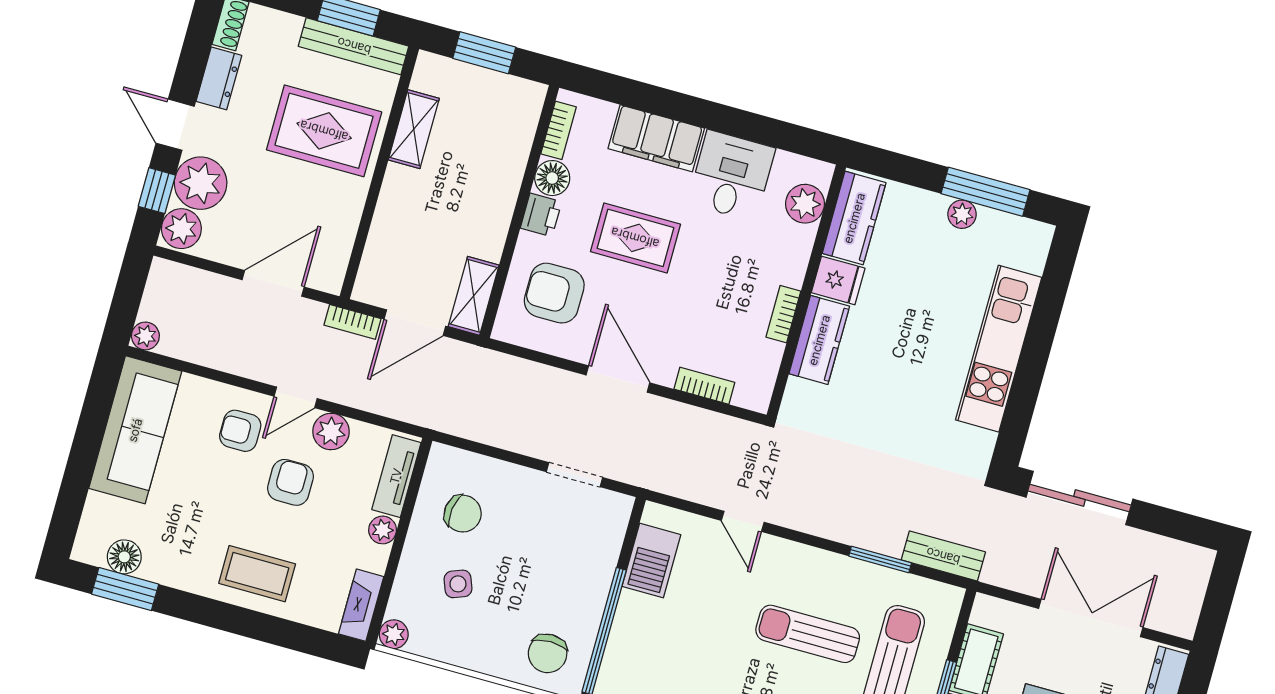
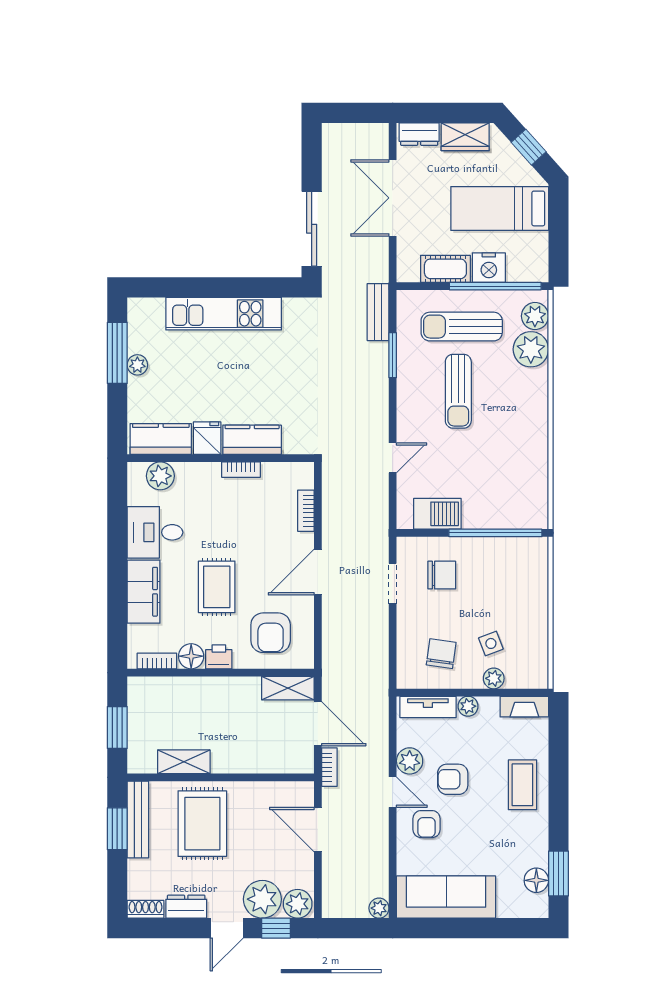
plant: (394, 634) -> (494, 678), moved
chair: (548, 653) -> (442, 575), moved

